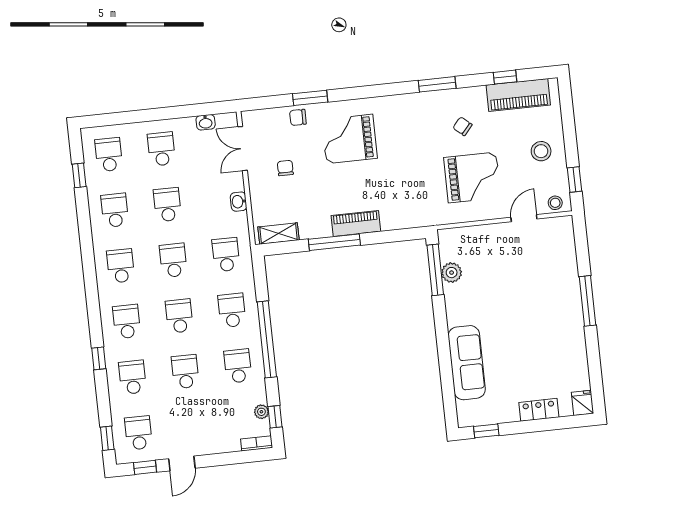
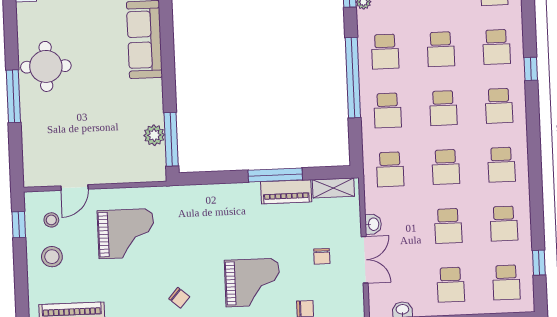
chair: (463, 126) -> (179, 298), moved
double door: (243, 149) -> (365, 260), moved
grand piano: (472, 177) -> (126, 234), turned 180
stool: (555, 203) -> (51, 220), moved
piano: (356, 223) -> (286, 192), moved
round table: (558, 331) -> (46, 66), added

